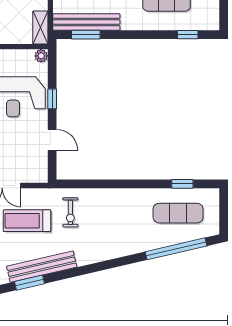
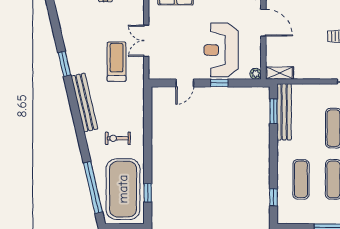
exercise bike: (70, 212) -> (118, 138), moved
exercise mat: (178, 213) -> (123, 189), width x2.00, depth x1.45
bench: (42, 267) -> (84, 102), moved

